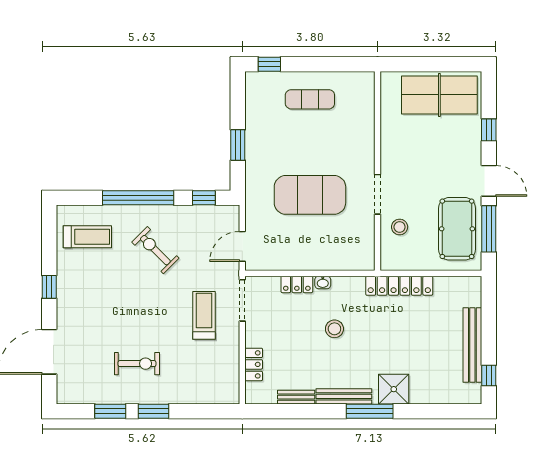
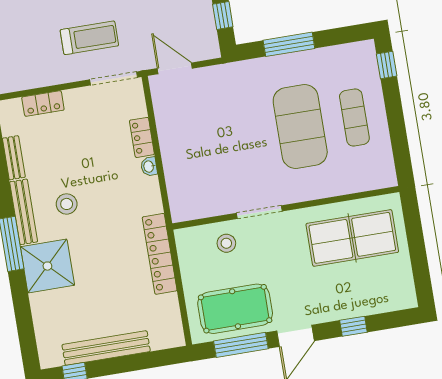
table tennis table: (439, 95) -> (352, 238), moved, turned 90
window: (238, 145) -> (289, 44), width x1.44
exercise mat: (310, 195) -> (300, 126), moved
stool: (334, 329) -> (67, 204), moved
shower: (394, 389) -> (47, 266), width x1.37, depth x1.37

